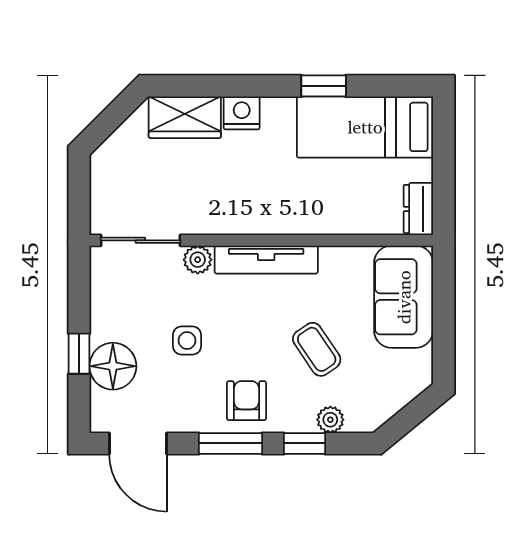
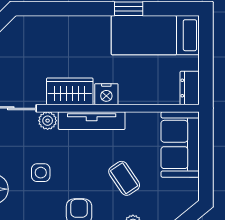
nightstand: (242, 113) -> (106, 94), moved, turned 180
wardrobe: (185, 117) -> (70, 91), moved, turned 180

